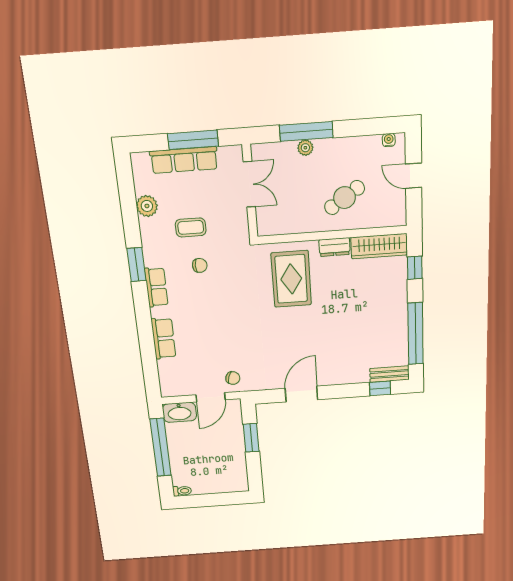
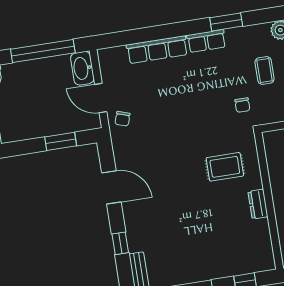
wardrobe: (379, 246) -> (262, 245), removed
chair: (200, 265) -> (242, 105), moved
rug: (291, 279) -> (225, 167), width x0.73, depth x0.70
row of seats: (163, 338) -> (157, 50), width x1.48
window: (380, 388) -> (120, 243), moved

